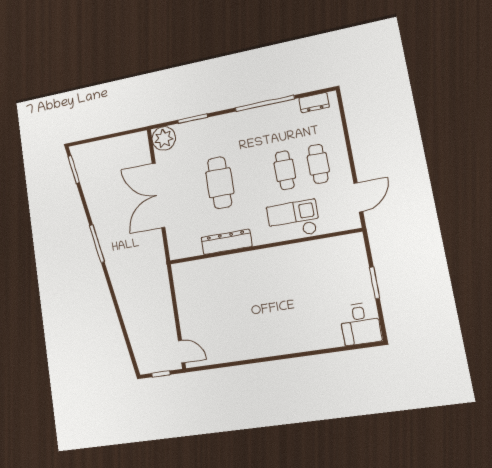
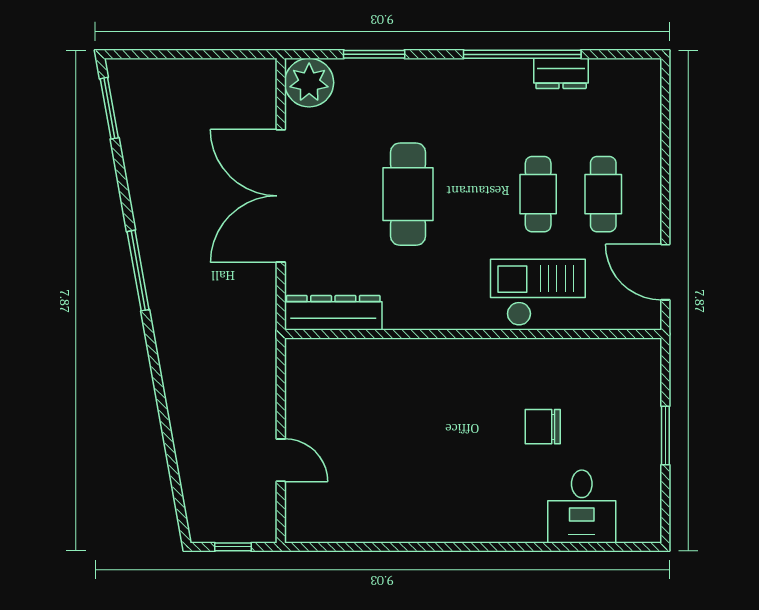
dresser: (314, 103) -> (561, 73), moved
door: (358, 197) -> (665, 272), swing flipped
dresser: (227, 242) -> (333, 313), moved
chair: (308, 288) -> (543, 427), added
desk: (360, 324) -> (582, 507), moved
door: (182, 352) -> (281, 460), moved

